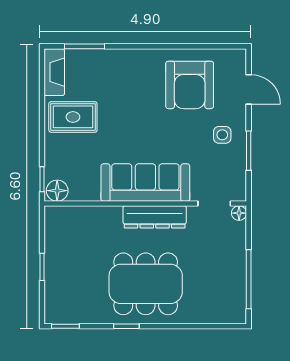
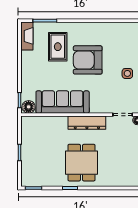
armchair: (190, 85) -> (88, 60), moved, turned 90
rug: (73, 117) -> (58, 47), moved, turned 90
sofa: (145, 183) -> (63, 102), moved
dining table: (146, 284) -> (81, 163), width x0.73

